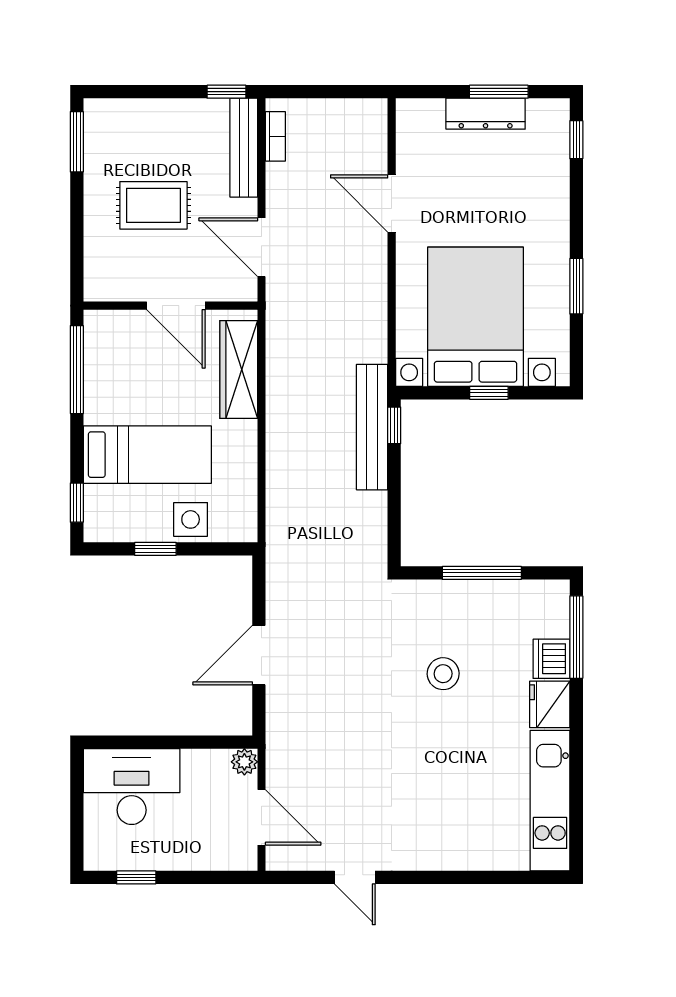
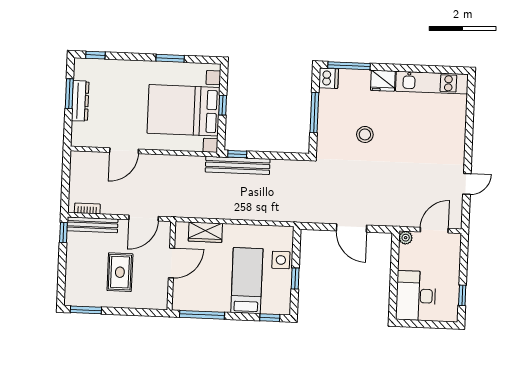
wardrobe: (239, 369) -> (205, 232), width x0.67
dishwasher: (551, 659) -> (329, 78), moved, turned -90

